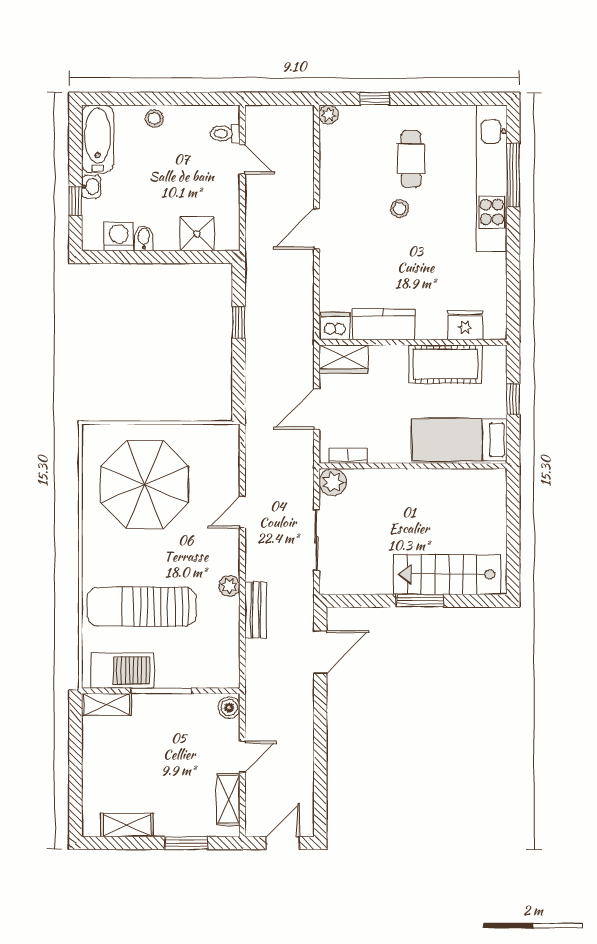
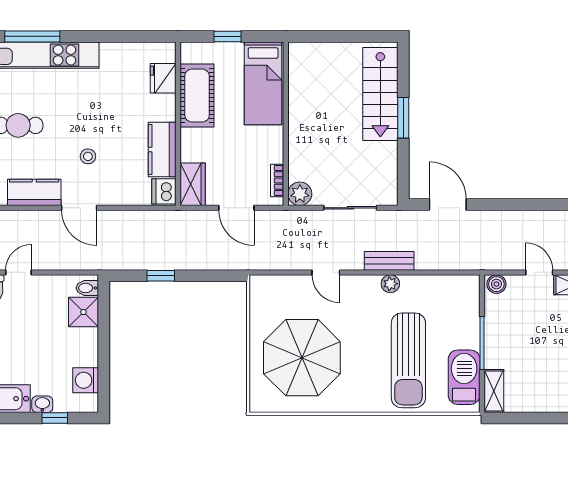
kitchen counter: (334, 177) -> (34, 192), added
stool: (400, 209) -> (88, 156), moved
bidet: (144, 238) -> (87, 288), moved
bench: (256, 610) -> (389, 261), moved

